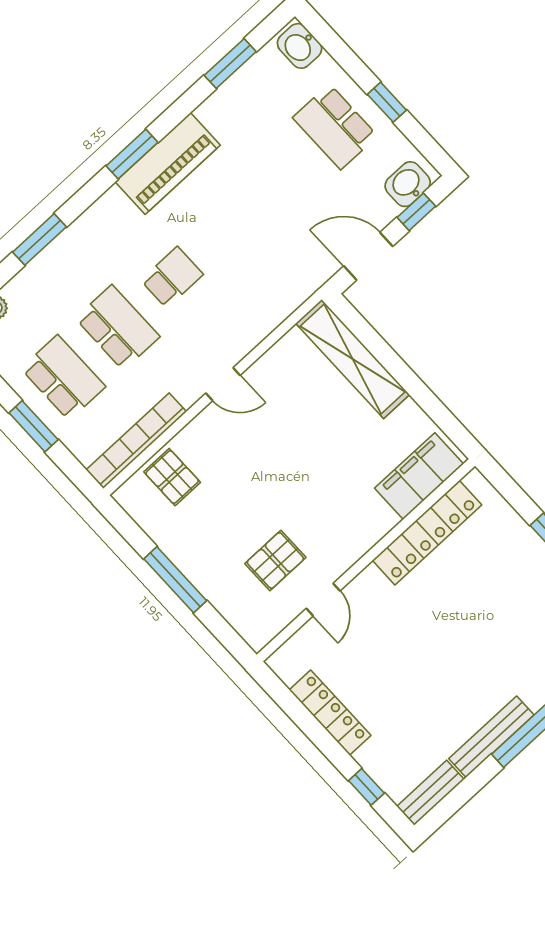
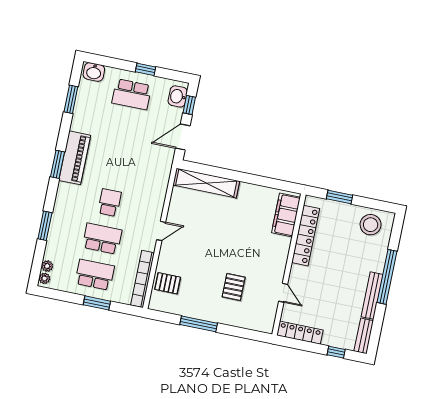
filing cabinet: (419, 476) -> (286, 215), moved
locker: (427, 533) -> (306, 236), moved
wall: (366, 560) -> (289, 264), moved
door: (323, 600) -> (283, 293), moved

